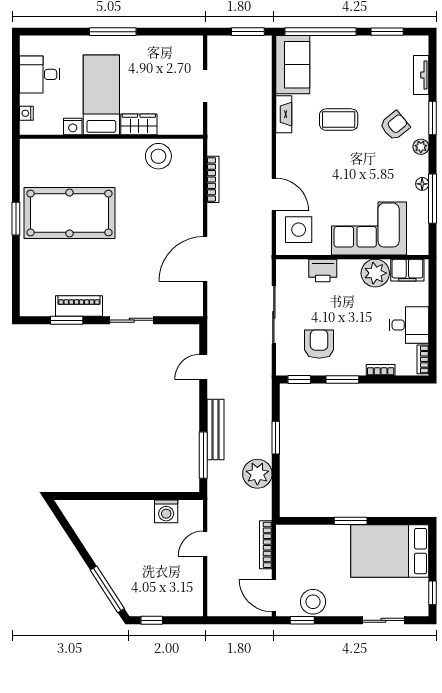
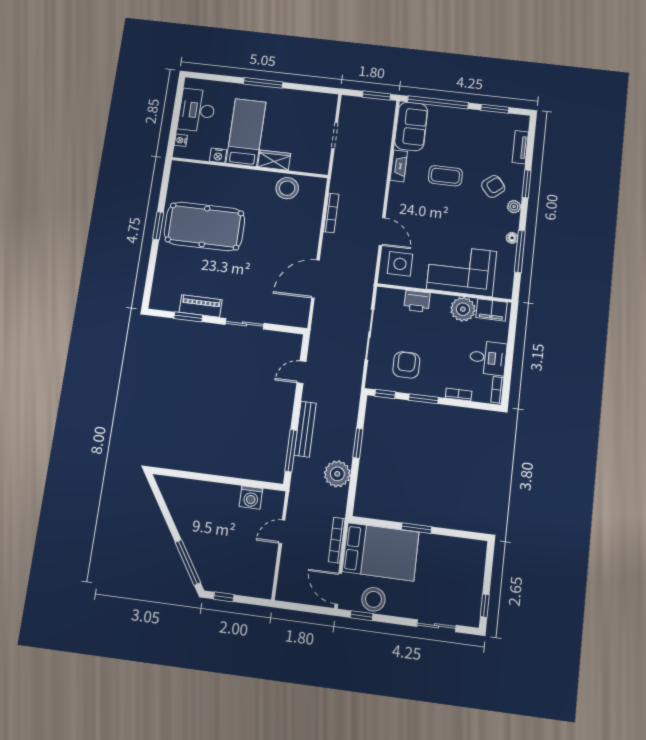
desk: (40, 74) -> (197, 110), width x1.37
bed: (390, 551) -> (381, 552), moved, turned 180

